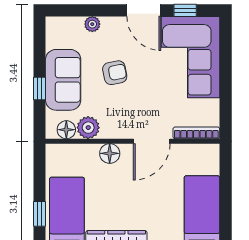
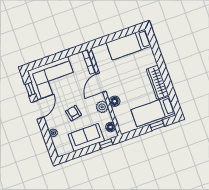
window: (40, 89) -> (106, 144), moved
plant: (88, 128) -> (102, 107), moved
door: (152, 141) -> (101, 83), swing flipped

